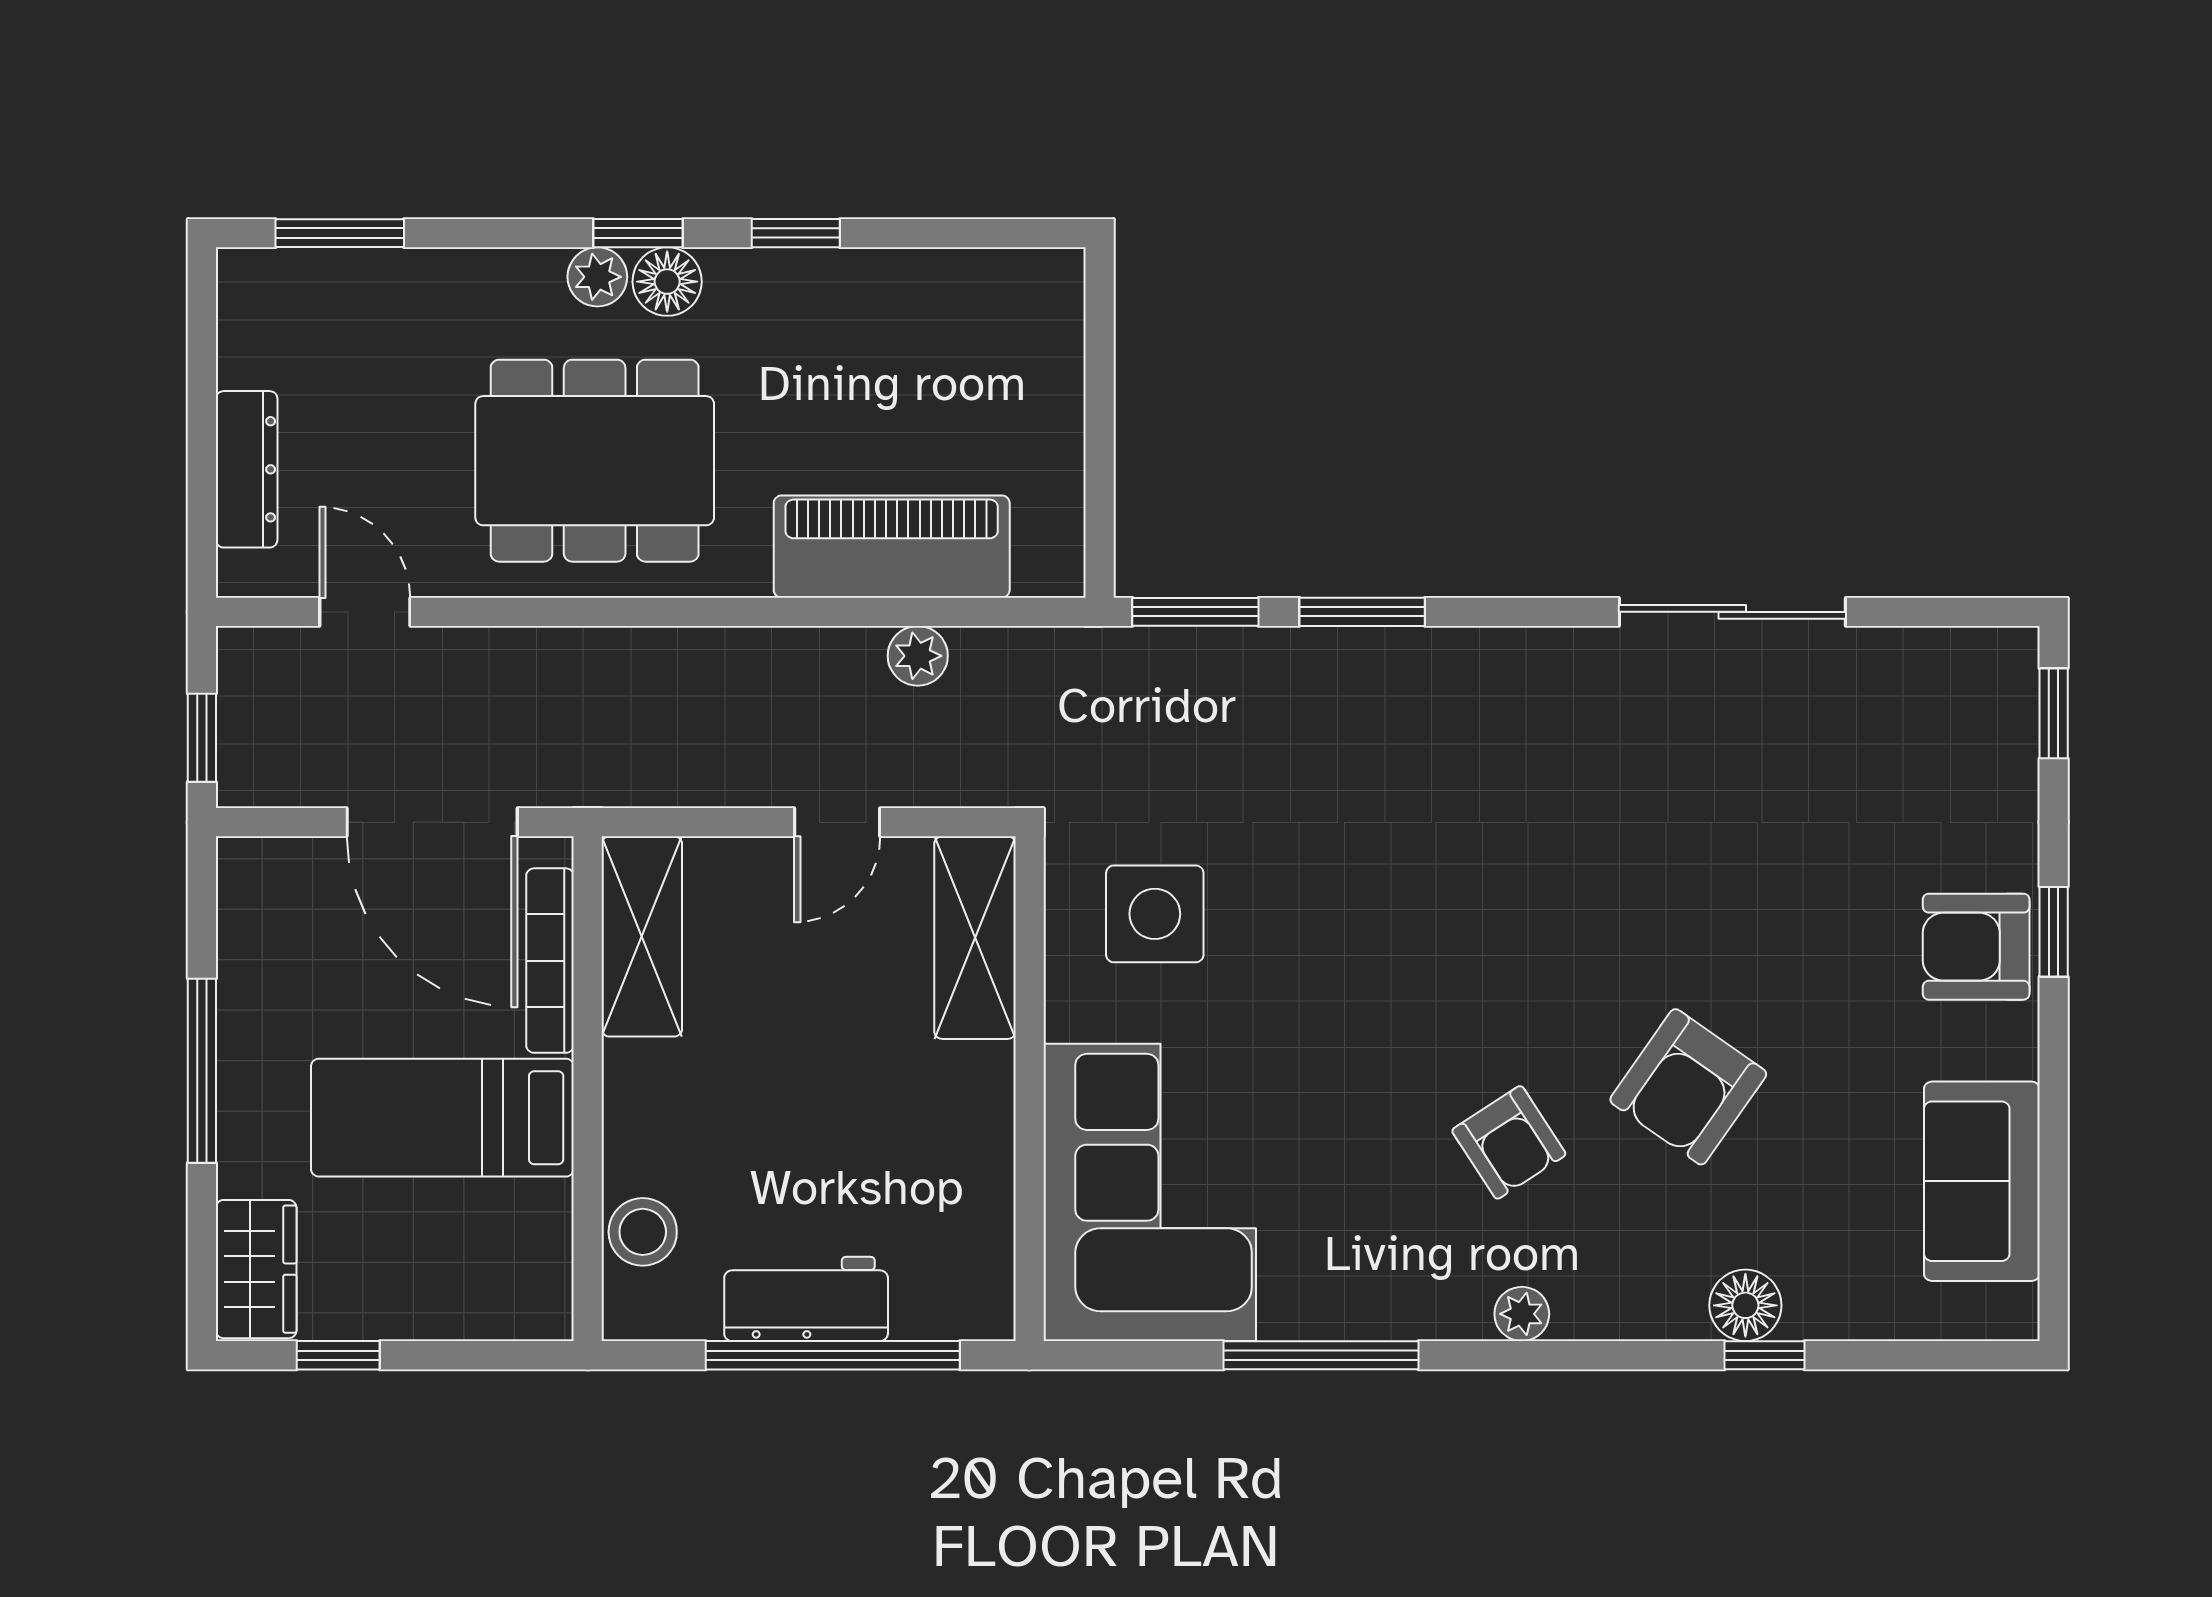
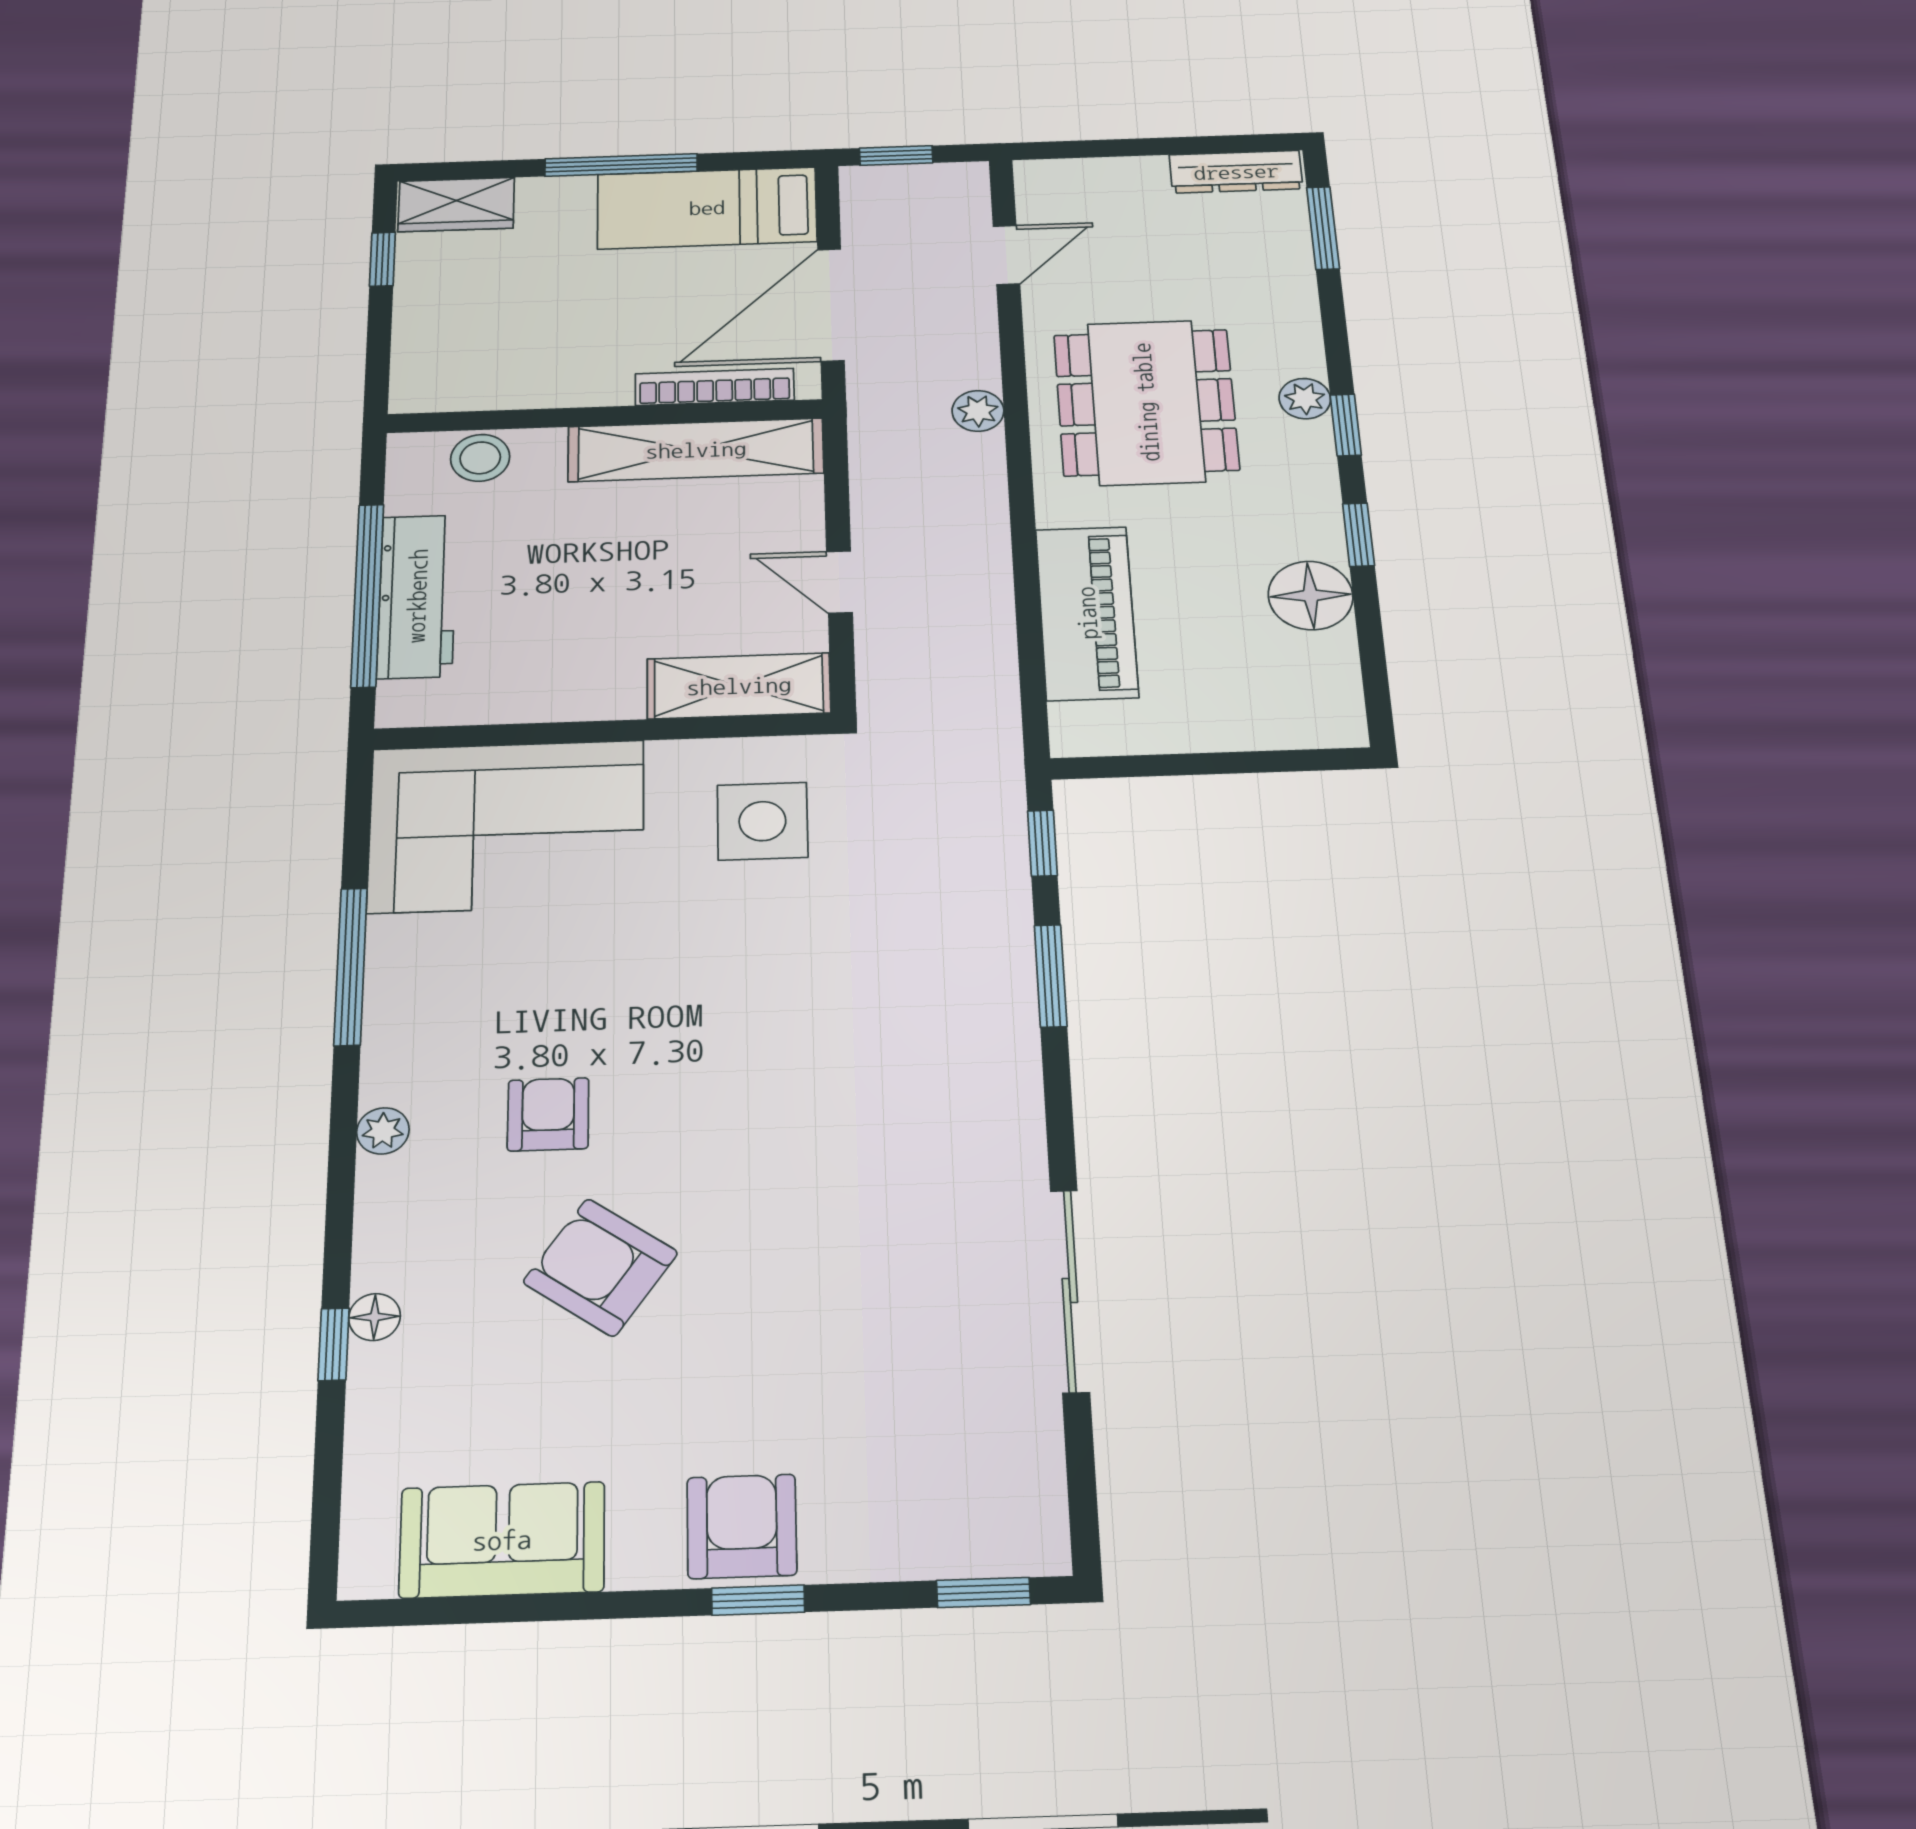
floor lamp: (667, 282) -> (1311, 596), moved, width x1.38, depth x1.38
dresser: (247, 469) -> (1236, 172), moved
window: (1195, 612) -> (1042, 843), width x0.67
plant: (918, 656) -> (978, 411), moved
shelving: (642, 936) -> (696, 450), width x1.47
bed: (442, 1118) -> (707, 208), moved, turned -90
armchair: (1509, 1142) -> (548, 1114), turned 123
workbench: (806, 1299) -> (417, 596), width x1.38
floor lamp: (1745, 1305) -> (375, 1317), width x0.73, depth x0.73

